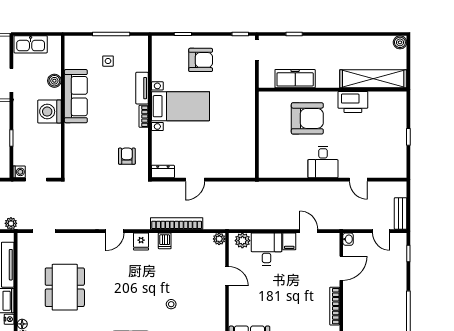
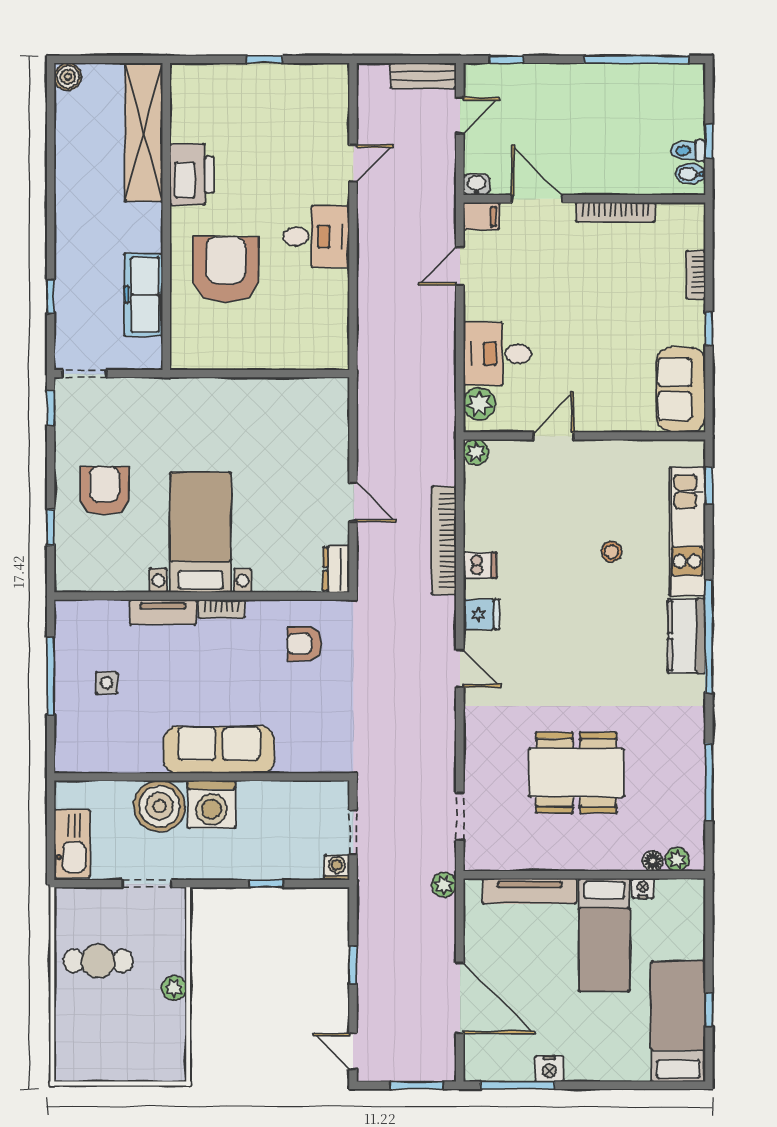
boiler: (54, 81) -> (160, 806), width x1.86, depth x1.86
sofa: (76, 96) -> (219, 750), moved
filing cabinet: (289, 241) -> (481, 216), moved

